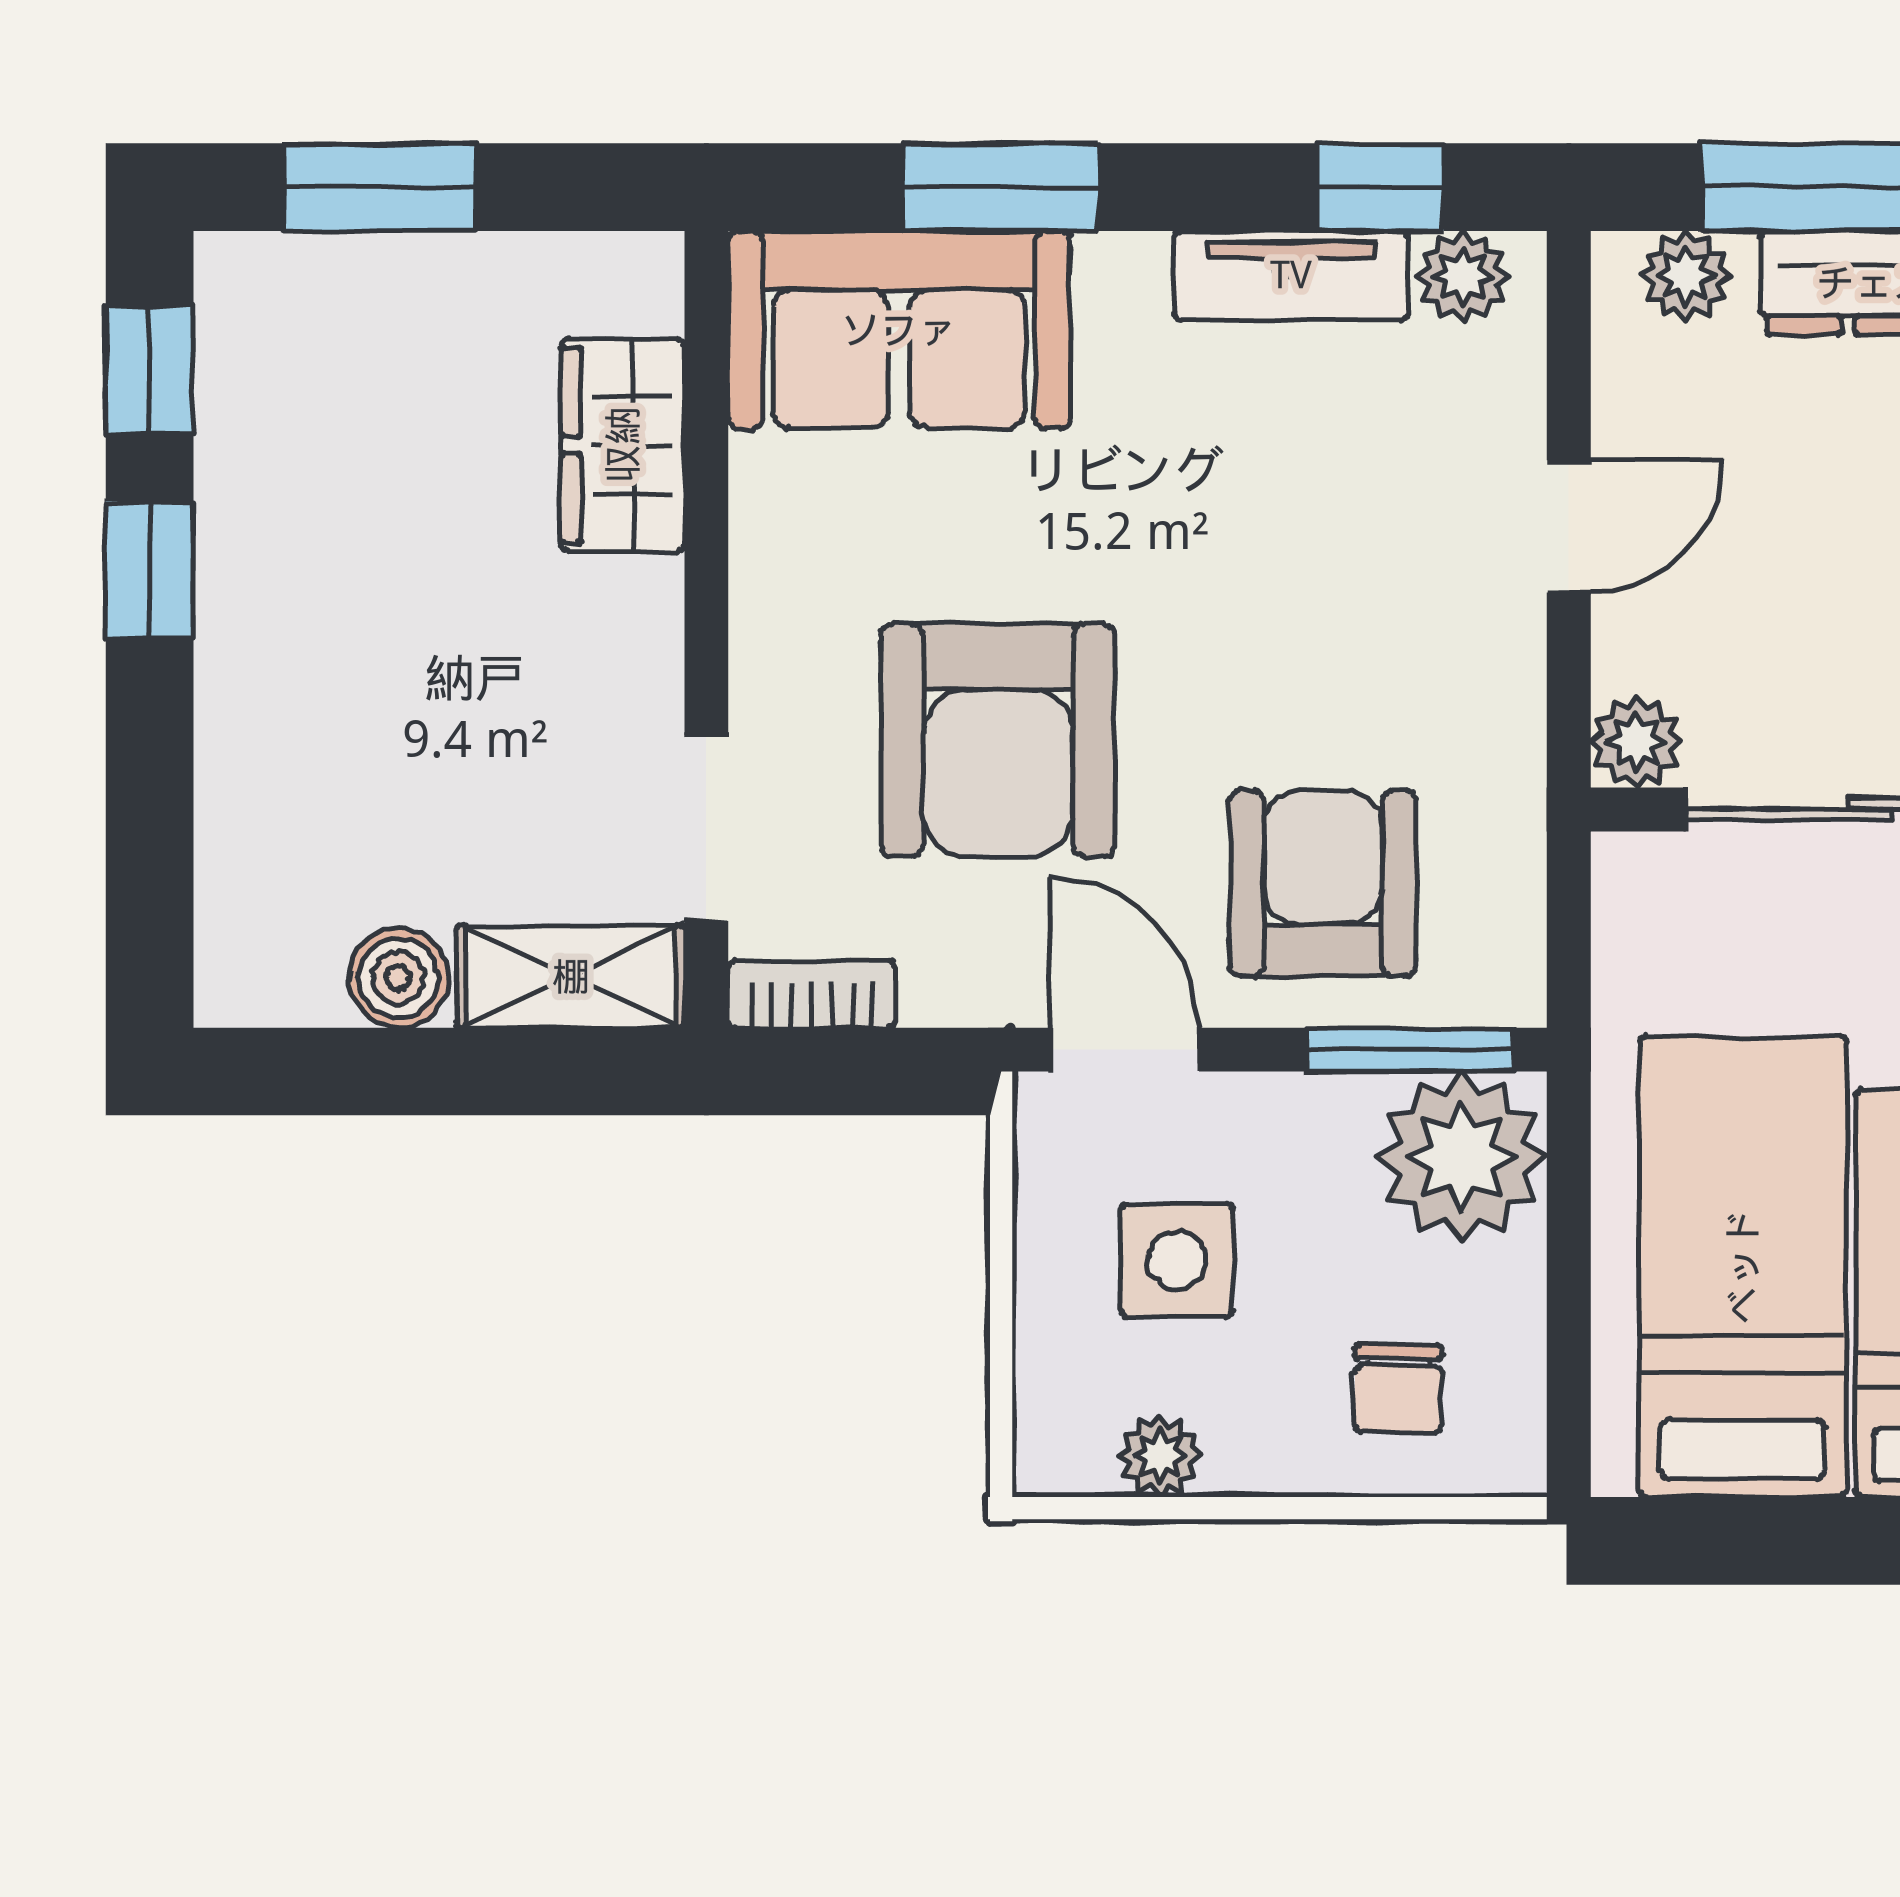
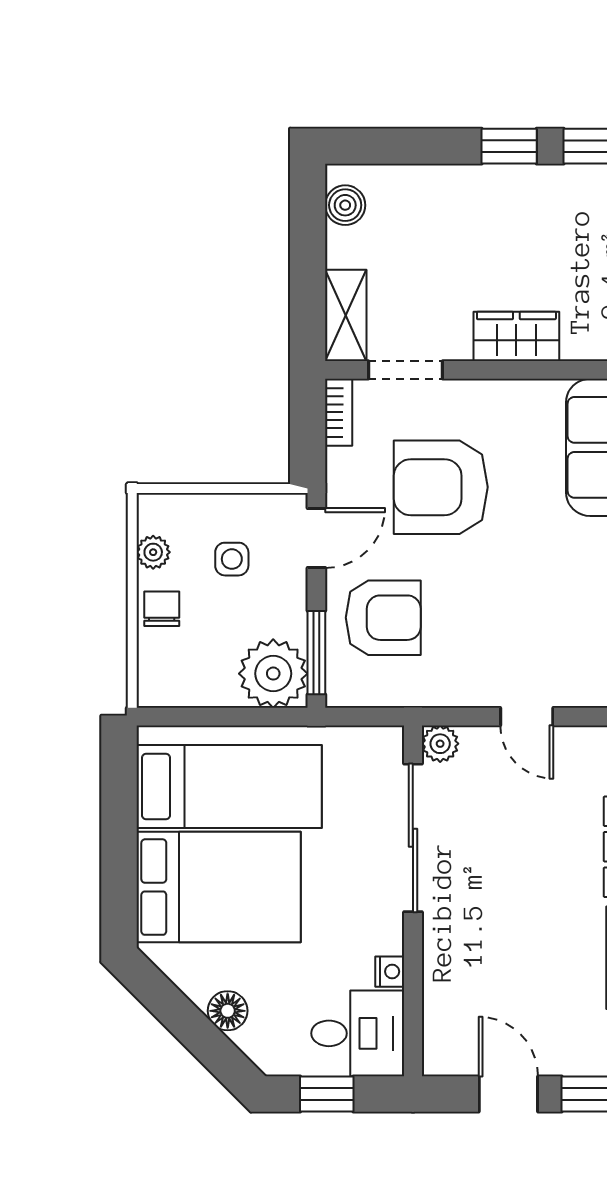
wardrobe: (623, 445) -> (516, 336), moved
boiler: (398, 978) -> (345, 205), moved
side table: (1177, 1260) -> (232, 559), width x0.73, depth x0.73
chair: (1399, 1389) -> (162, 609), moved, turned 90

